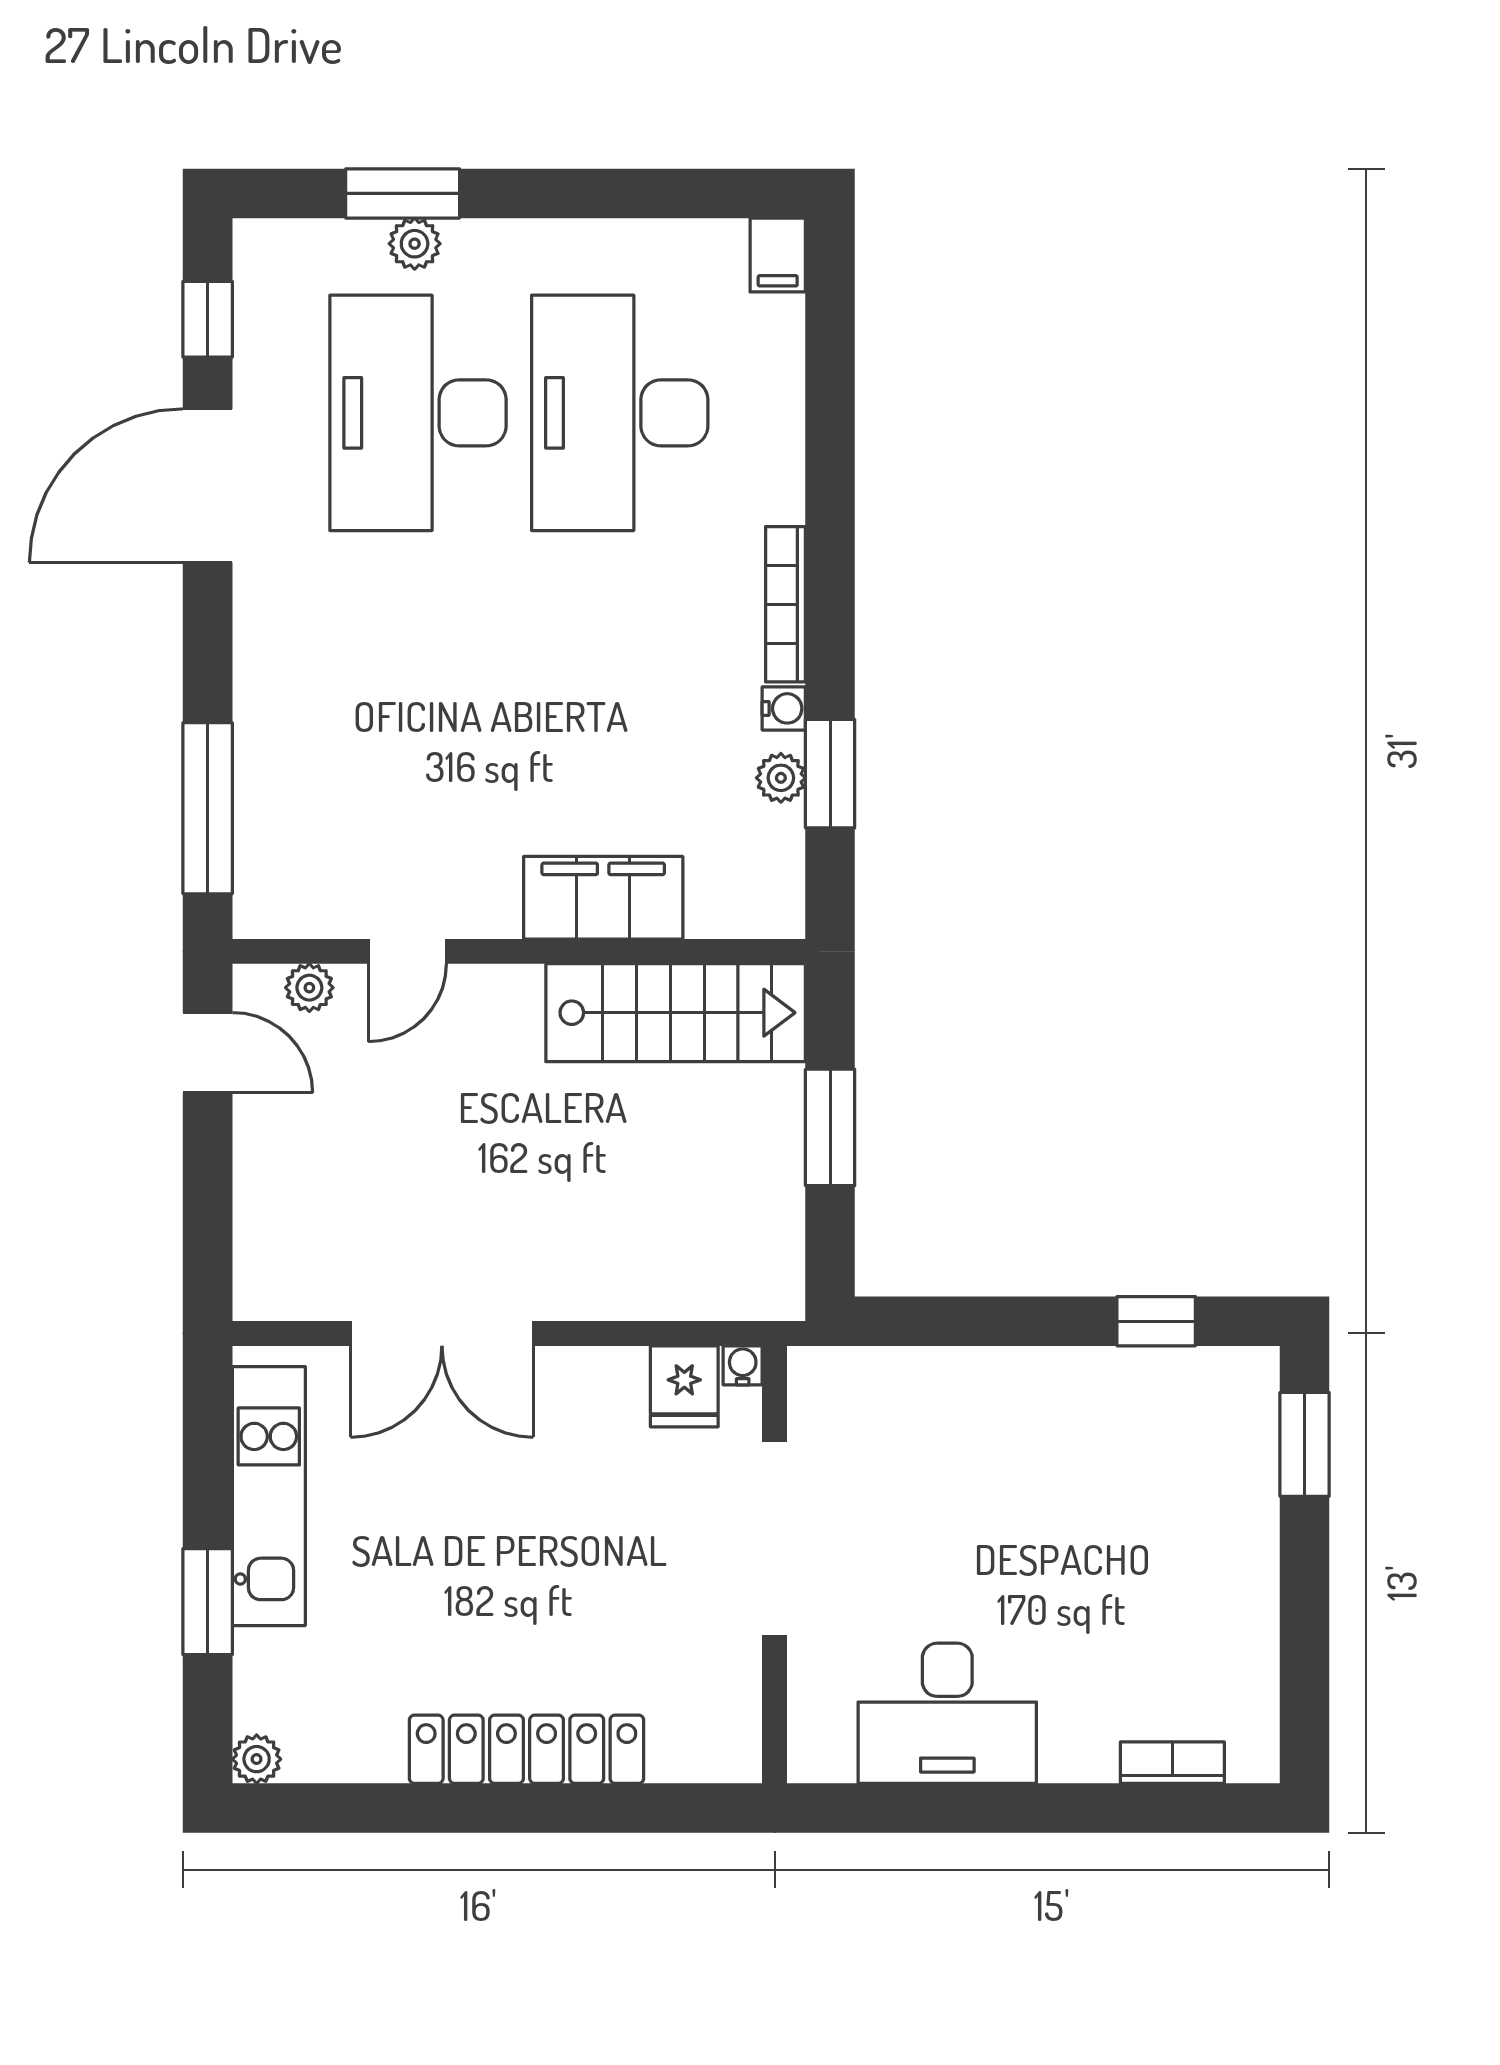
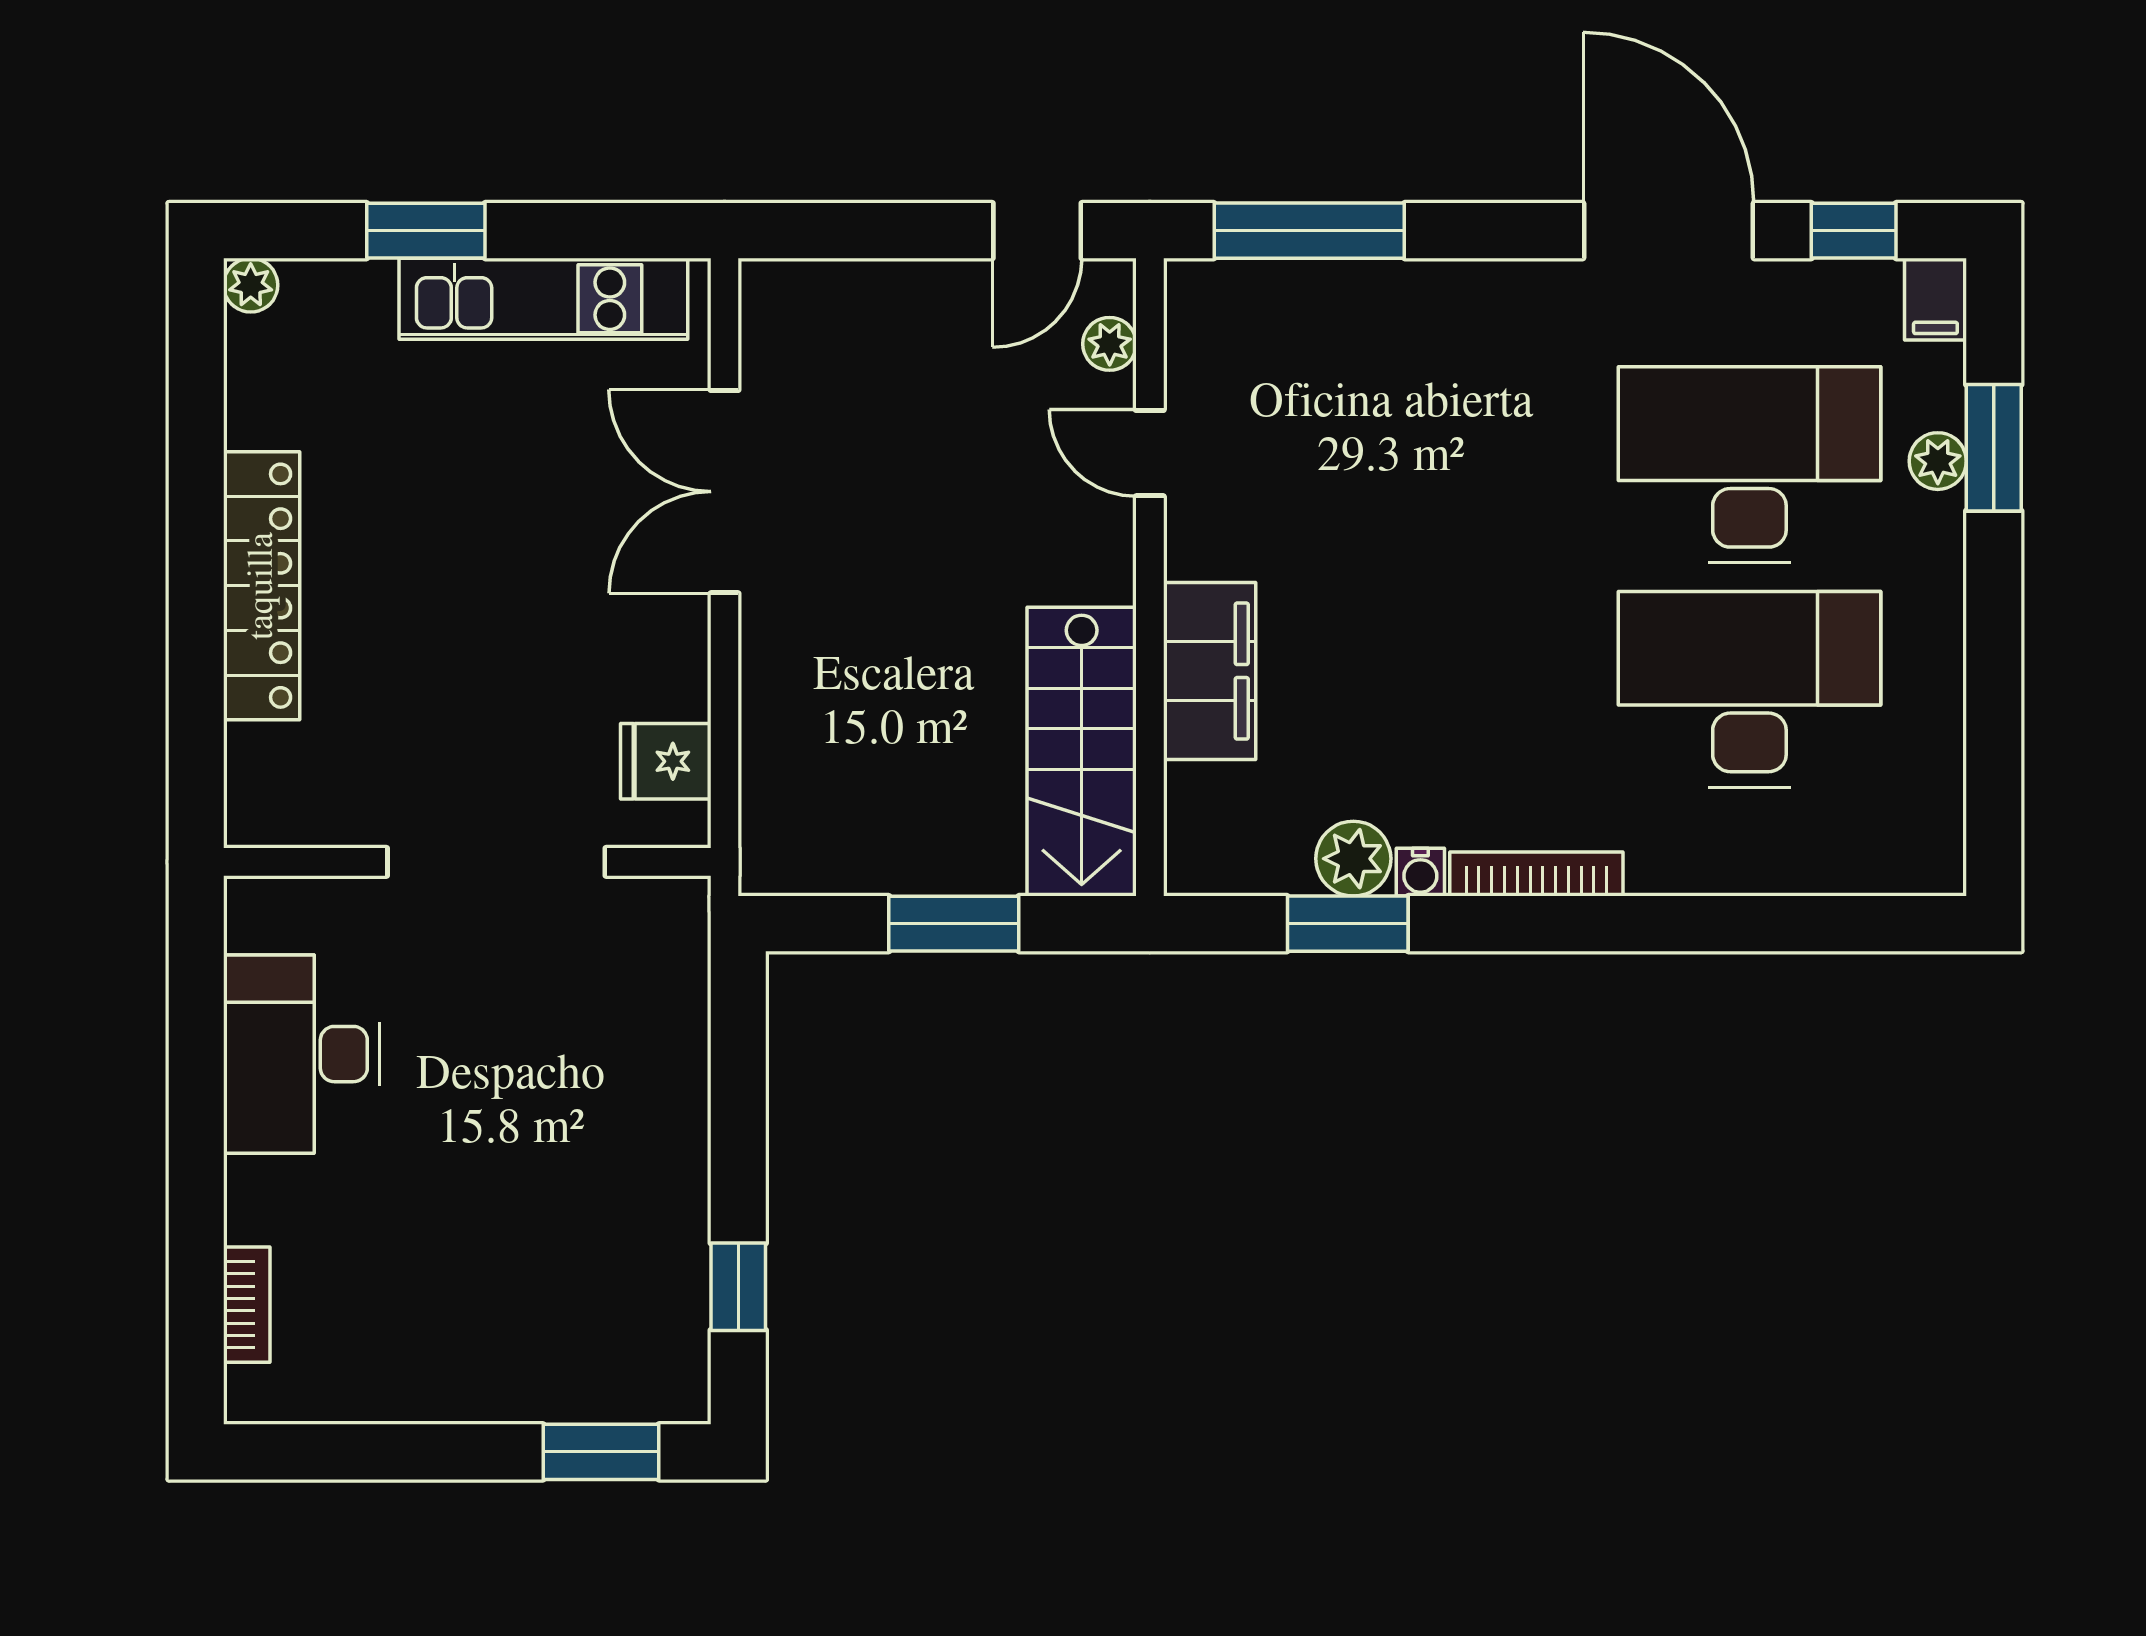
filing cabinet: (778, 255) -> (1935, 299), moved, turned -90
plant: (781, 778) -> (1353, 859), width x1.38, depth x1.38
water cooler: (743, 1365) -> (689, 826), removed

